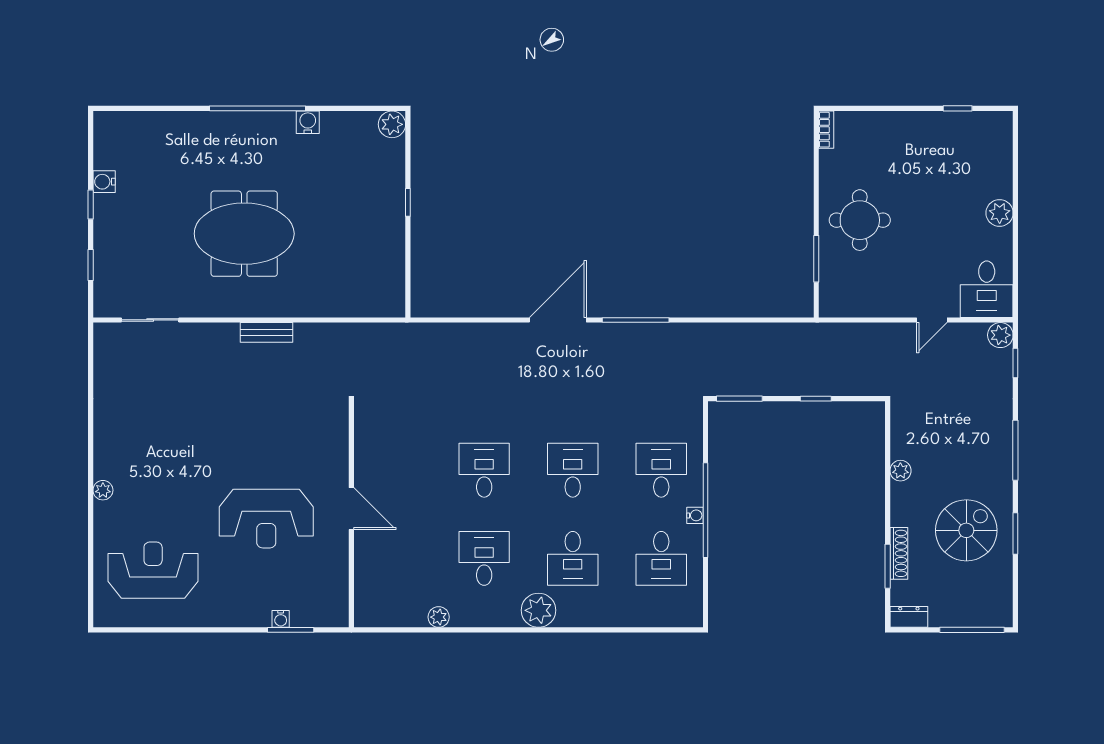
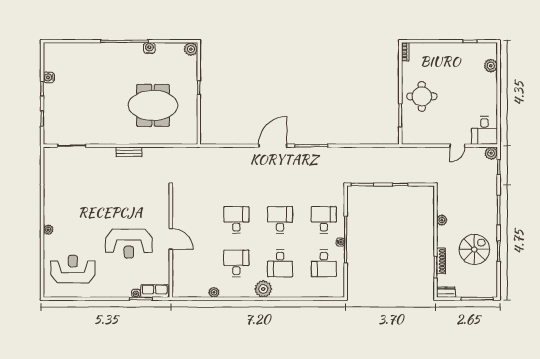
plant: (1000, 213) -> (491, 66), moved
meeting table: (244, 234) -> (153, 105), moved
row of seats: (319, 614) -> (155, 291), added

